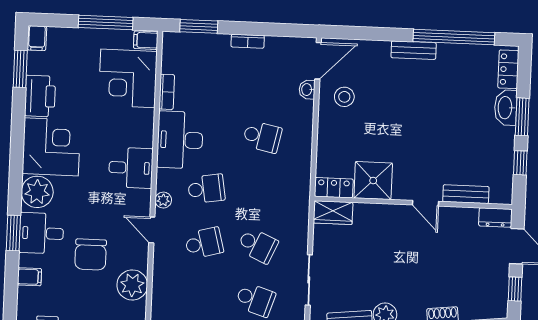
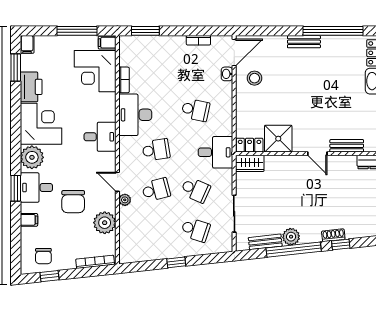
bookcase: (248, 41) -> (198, 40), moved
desk: (287, 195) -> (215, 152), added
plant: (163, 200) -> (125, 200), moved

